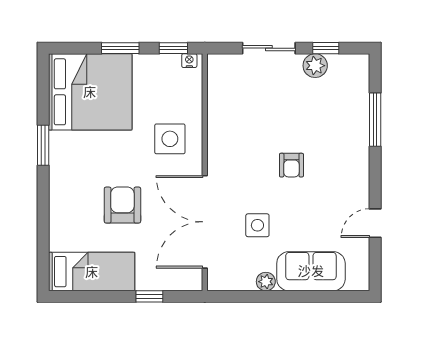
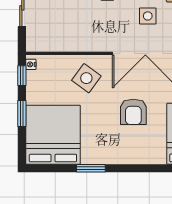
side table: (170, 139) -> (86, 78), turned 36
armchair: (122, 205) -> (133, 112), turned -90

